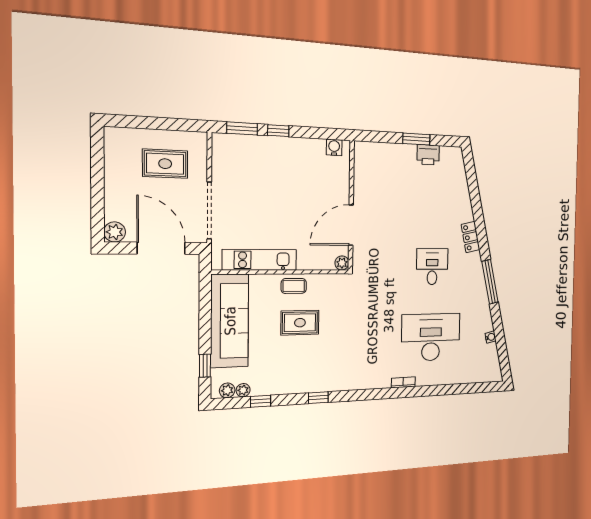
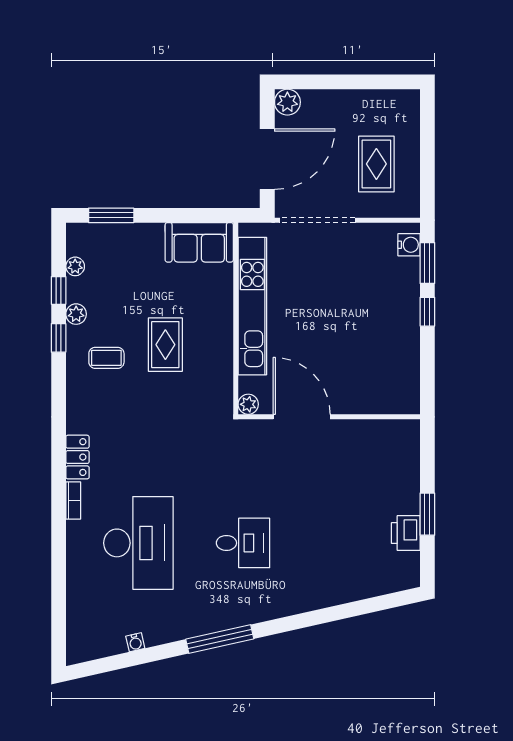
water cooler: (334, 147) -> (409, 245), moved
locker: (471, 237) -> (77, 457), moved, turned 103
kitchen unit: (260, 260) -> (252, 306), width x1.36
coffee table: (294, 286) -> (106, 358), moved, turned 90
sofa: (230, 321) -> (199, 242), width x0.54, depth x0.79
window: (205, 366) -> (111, 215), width x1.50
plant: (227, 390) -> (76, 314), moved
window: (318, 398) -> (59, 338), moved

